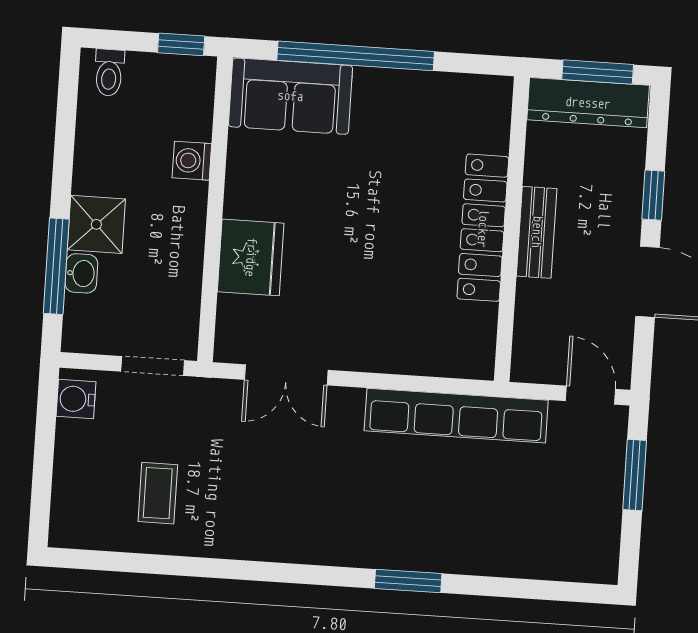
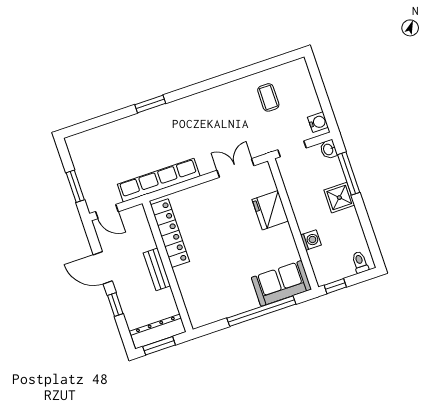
locker: (483, 228) -> (170, 233), moved
washbasin: (81, 273) -> (329, 149), moved

